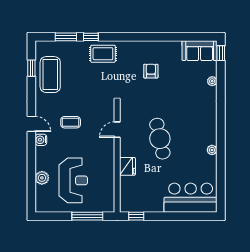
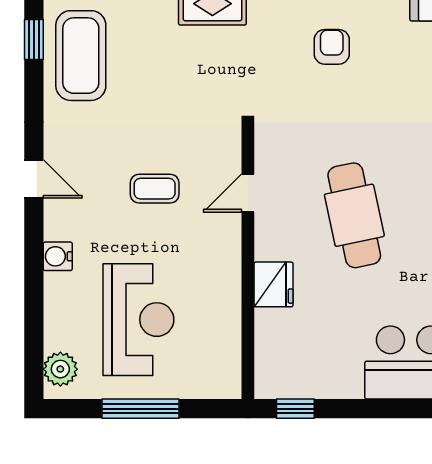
coffee table: (71, 122) -> (155, 189), moved
water cooler: (41, 140) -> (58, 256), moved
plant: (42, 178) -> (60, 369), moved
window: (87, 216) -> (140, 409), moved

